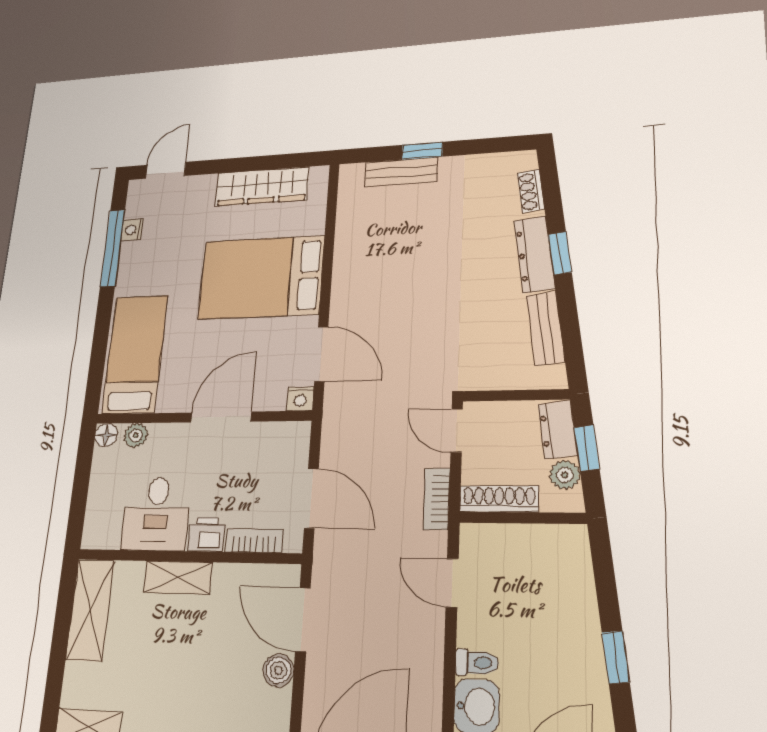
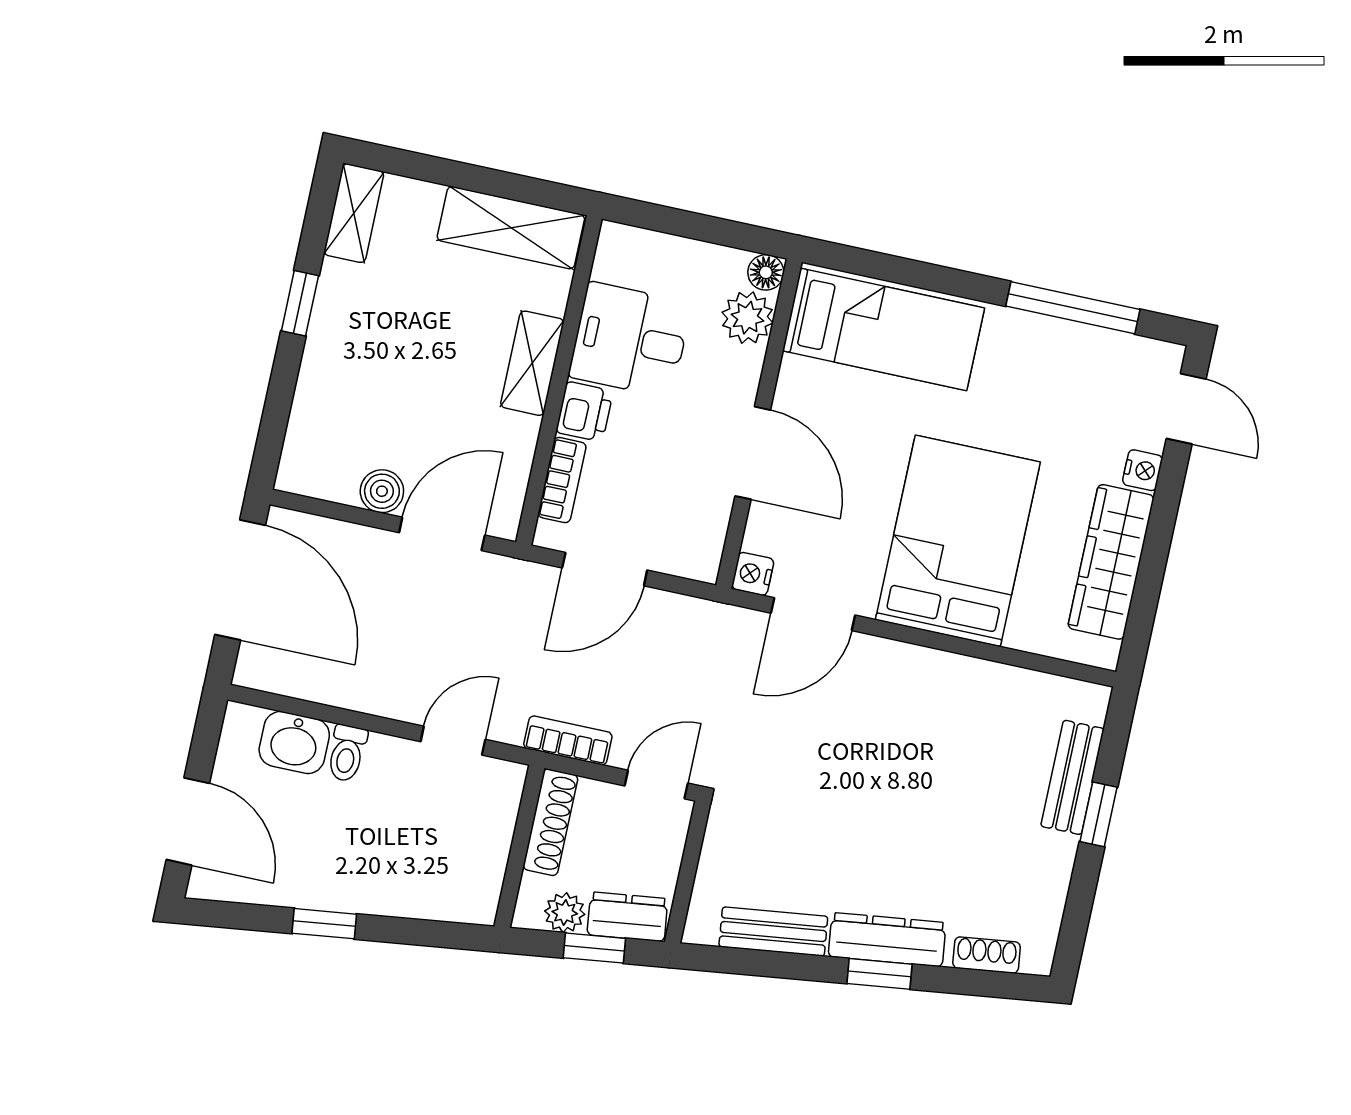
nightstand: (132, 230) -> (1142, 470), moved, turned 90
plant: (136, 435) -> (747, 318), width x1.38, depth x1.38

